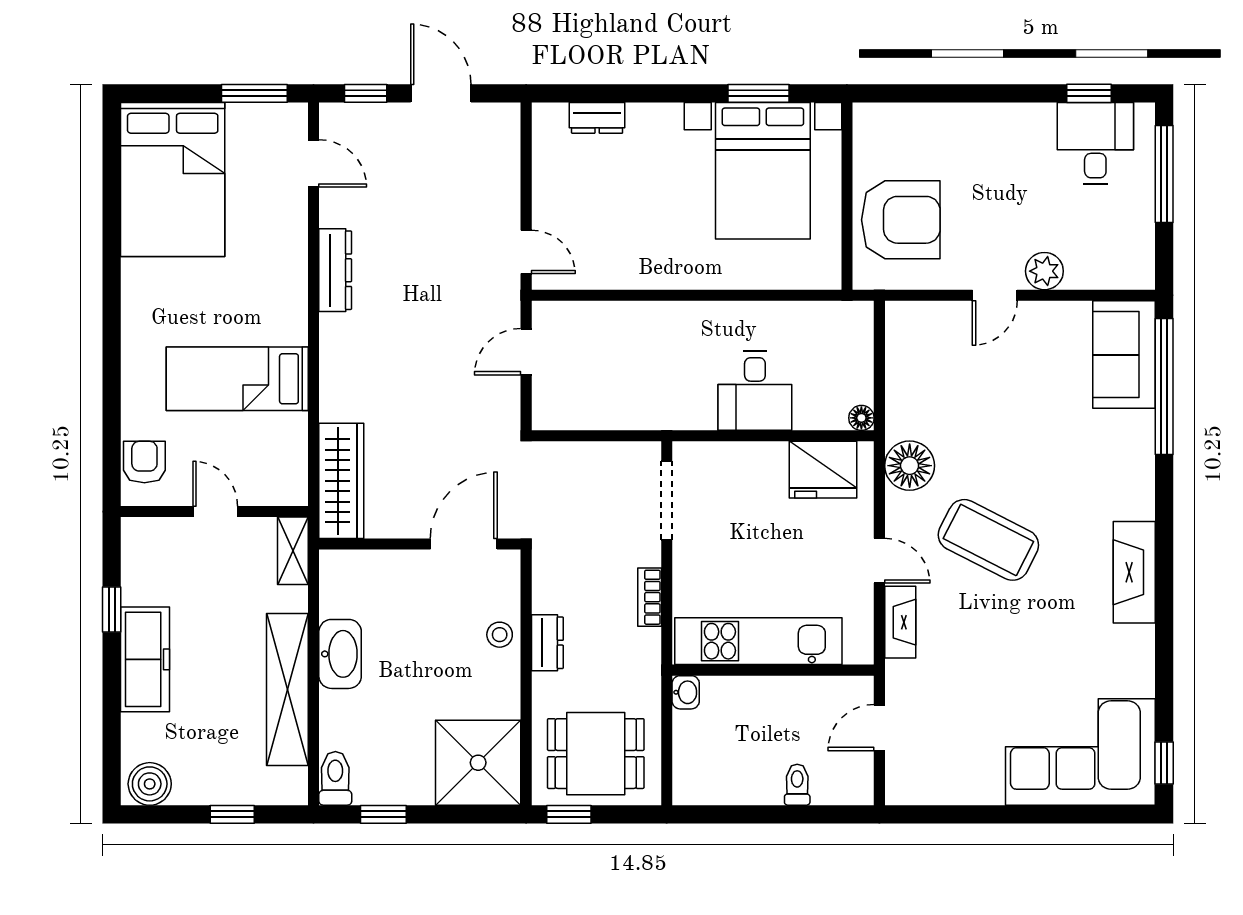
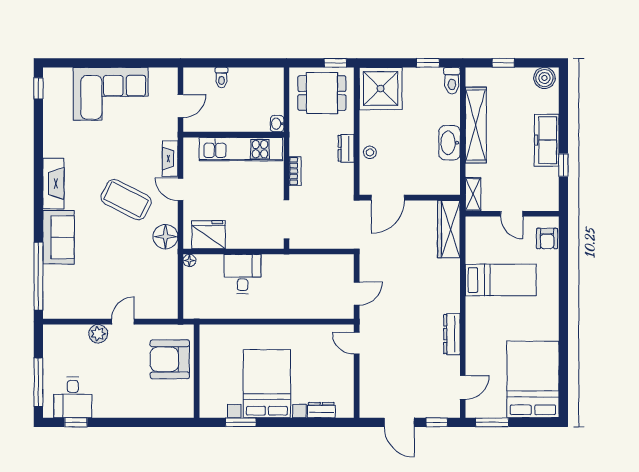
door: (313, 163) -> (463, 387), swing flipped
bed with nightstands: (763, 171) -> (267, 384), moved
sofa: (1124, 355) -> (58, 237), moved
corner sofa: (1080, 752) -> (111, 94), moved

